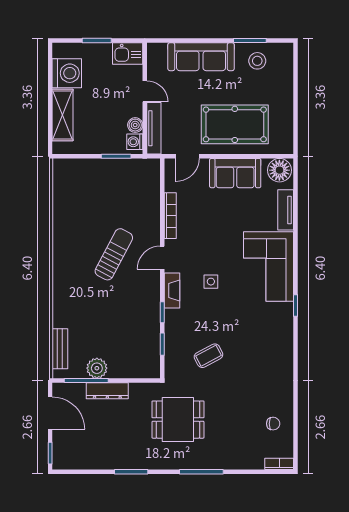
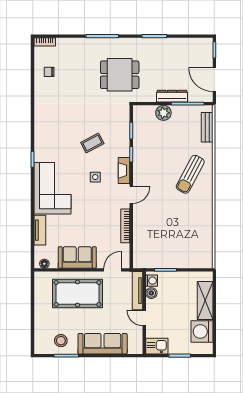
floor lamp: (279, 170) -> (44, 264), width x0.53, depth x0.53
sun lounger: (114, 254) -> (190, 174), moved
coffee table: (208, 356) -> (92, 143), moved
plant: (97, 368) -> (163, 113), moved

